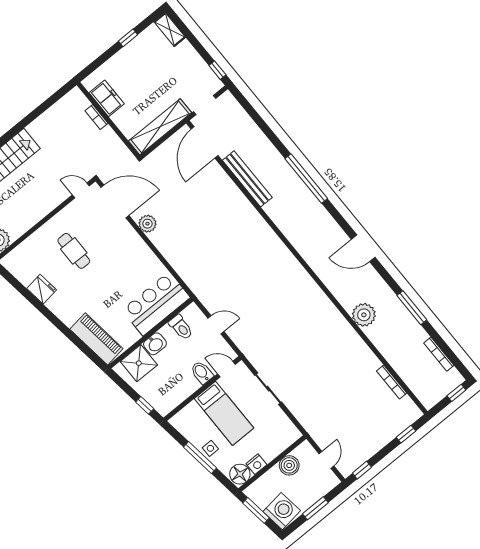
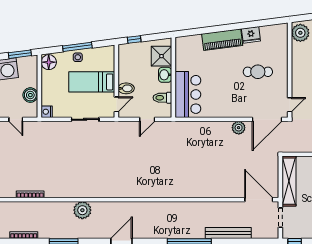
bench: (247, 179) -> (228, 233), moved
piano: (96, 339) -> (222, 40), moved
nightstand: (256, 464) -> (47, 112), moved

